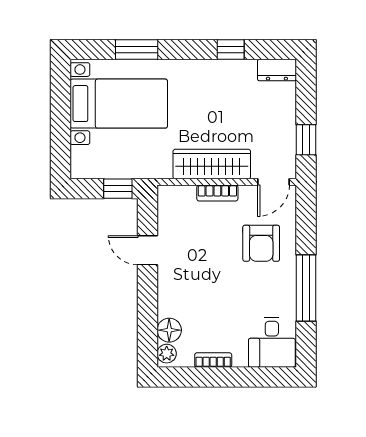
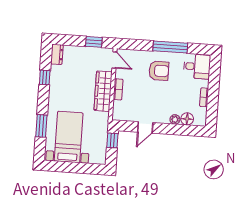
armchair: (261, 243) -> (159, 71), moved
plant: (167, 354) -> (175, 119), moved

